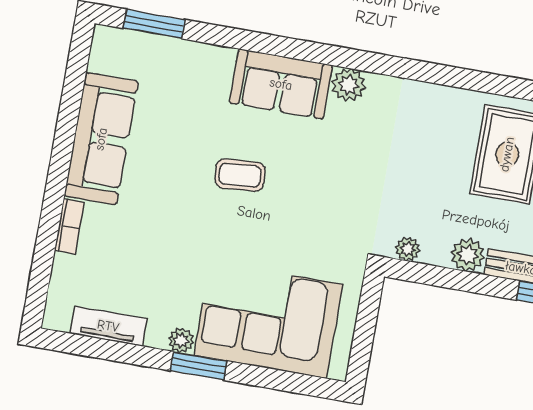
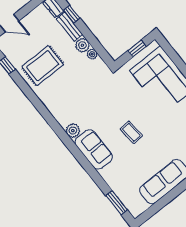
plant: (408, 249) -> (92, 54), moved
window: (364, 336) -> (137, 48), added

